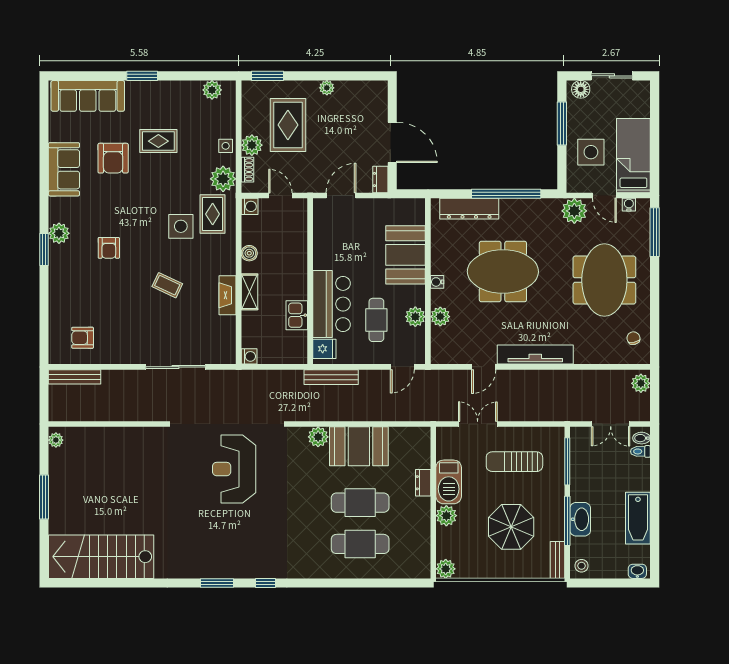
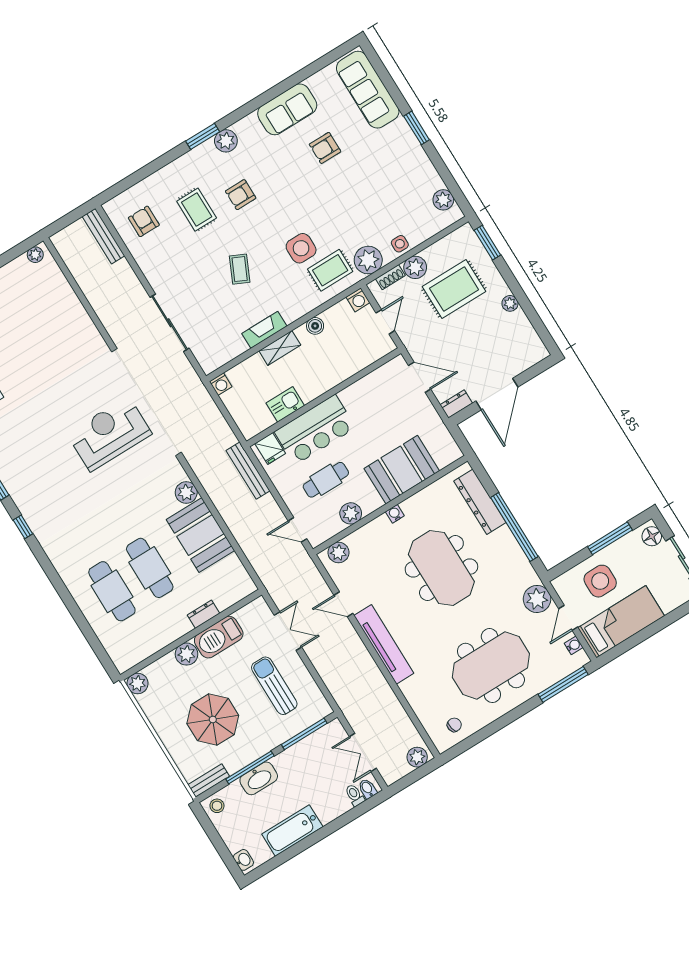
rug: (158, 141) -> (197, 210), moved
armchair: (113, 158) -> (325, 148), width x0.72, depth x0.72
plant: (440, 317) -> (338, 553), moved

